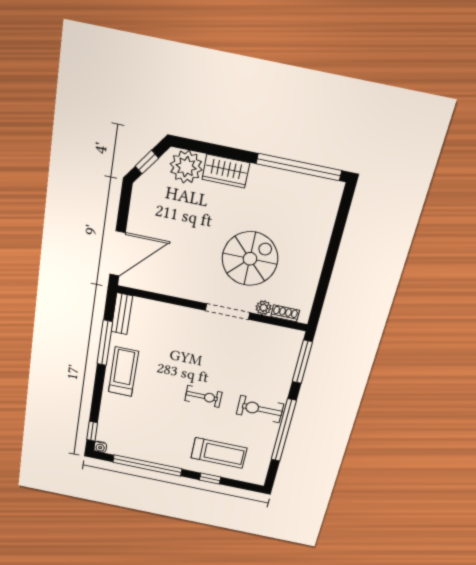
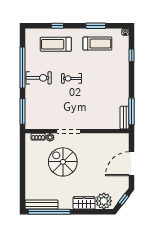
bench: (311, 185) -> (41, 204), added
door: (117, 254) -> (132, 164), moved
spiral stairs: (250, 259) -> (63, 162), turned 90
window: (105, 343) -> (132, 111), moved
treadmill: (123, 372) -> (97, 43), moved, turned -90
window: (92, 431) -> (132, 55), moved
window: (147, 466) -> (96, 26), width x0.47

